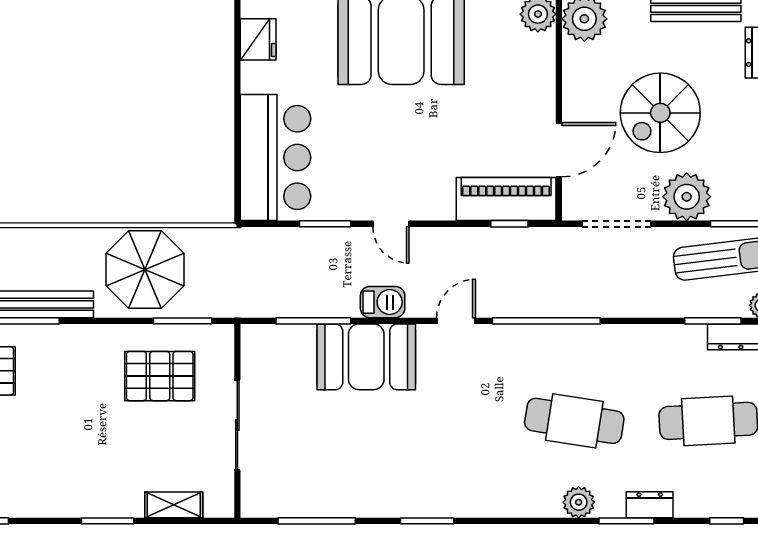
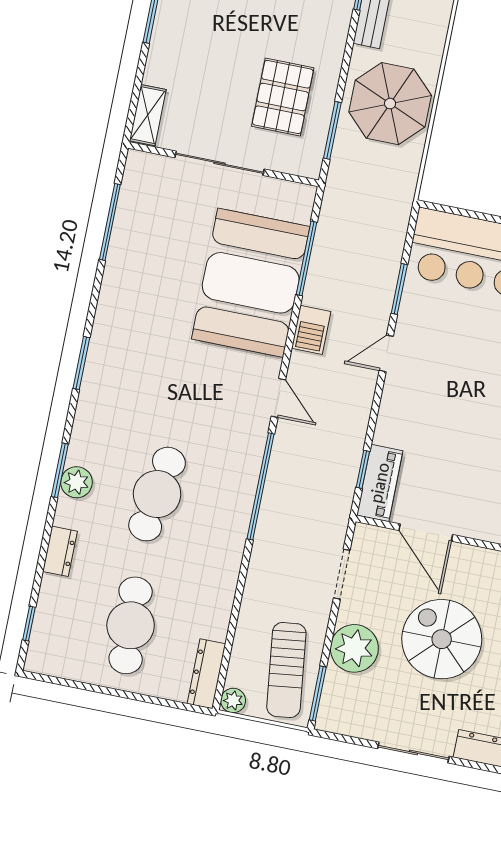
piano: (506, 199) -> (380, 483), width x0.73, depth x0.75
doorway: (616, 224) -> (342, 574), width x0.73
window: (713, 321) -> (228, 650), removed
booth: (366, 357) -> (251, 283), width x1.36, depth x1.42
shelving: (174, 505) -> (148, 115), moved
window: (427, 521) -> (81, 363), moved
window: (626, 521) -> (60, 470), moved

